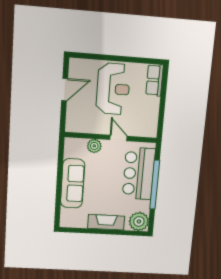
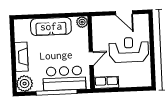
row of seats: (155, 80) -> (106, 82), moved
reception desk: (113, 89) -> (129, 50), turned 180
plant: (94, 146) -> (82, 22), moved

